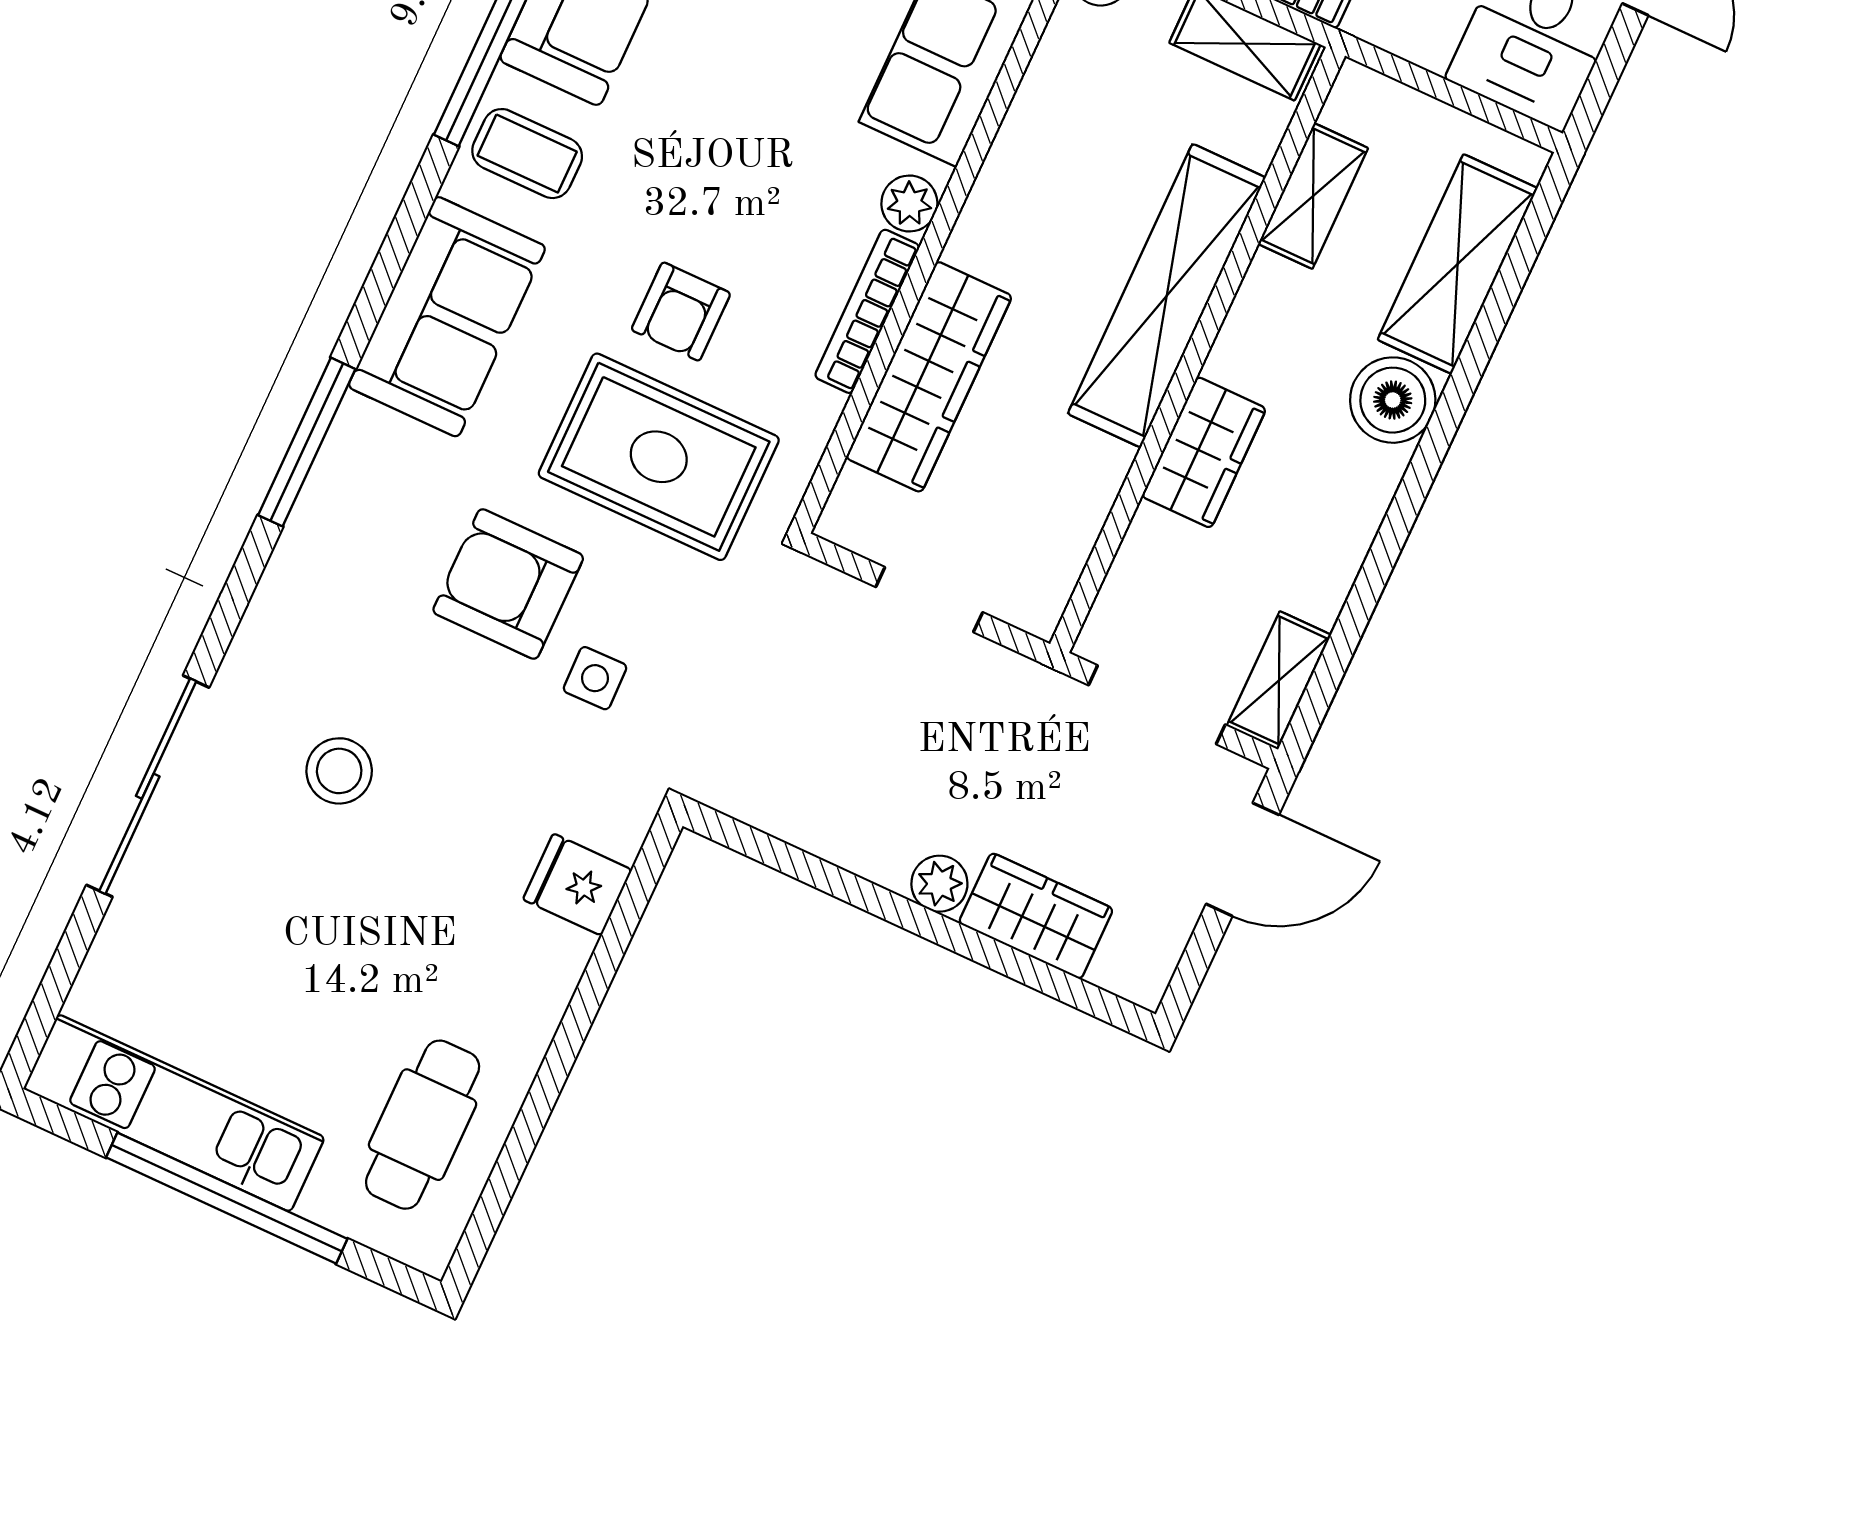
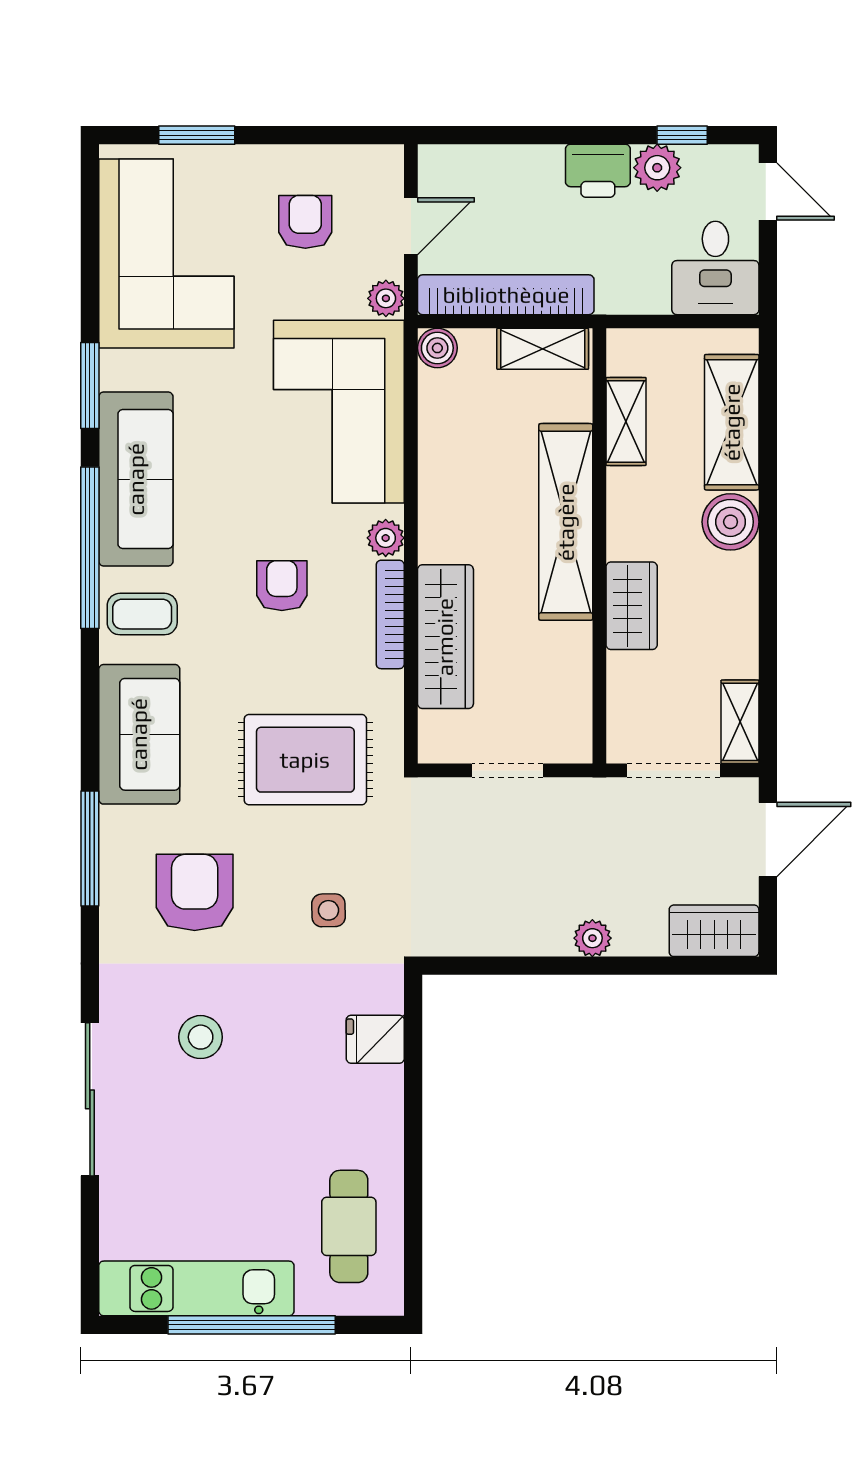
armchair: (681, 312) -> (282, 586), moved, turned 180
armchair: (508, 584) -> (195, 892), moved, turned 90
wardrobe: (1036, 916) -> (714, 931), moved

